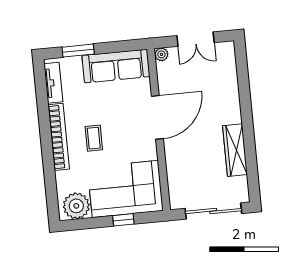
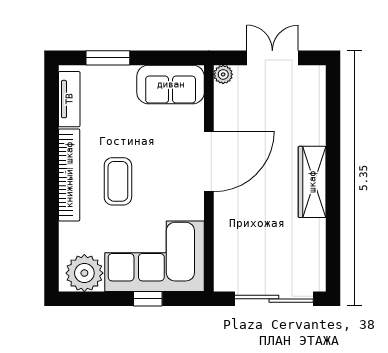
double door: (195, 39) -> (272, 58), swing flipped
sofa: (116, 66) -> (171, 84), width x0.73
coffee table: (94, 138) -> (118, 181), width x1.36, depth x1.30
wardrobe: (235, 150) -> (312, 182), moved

